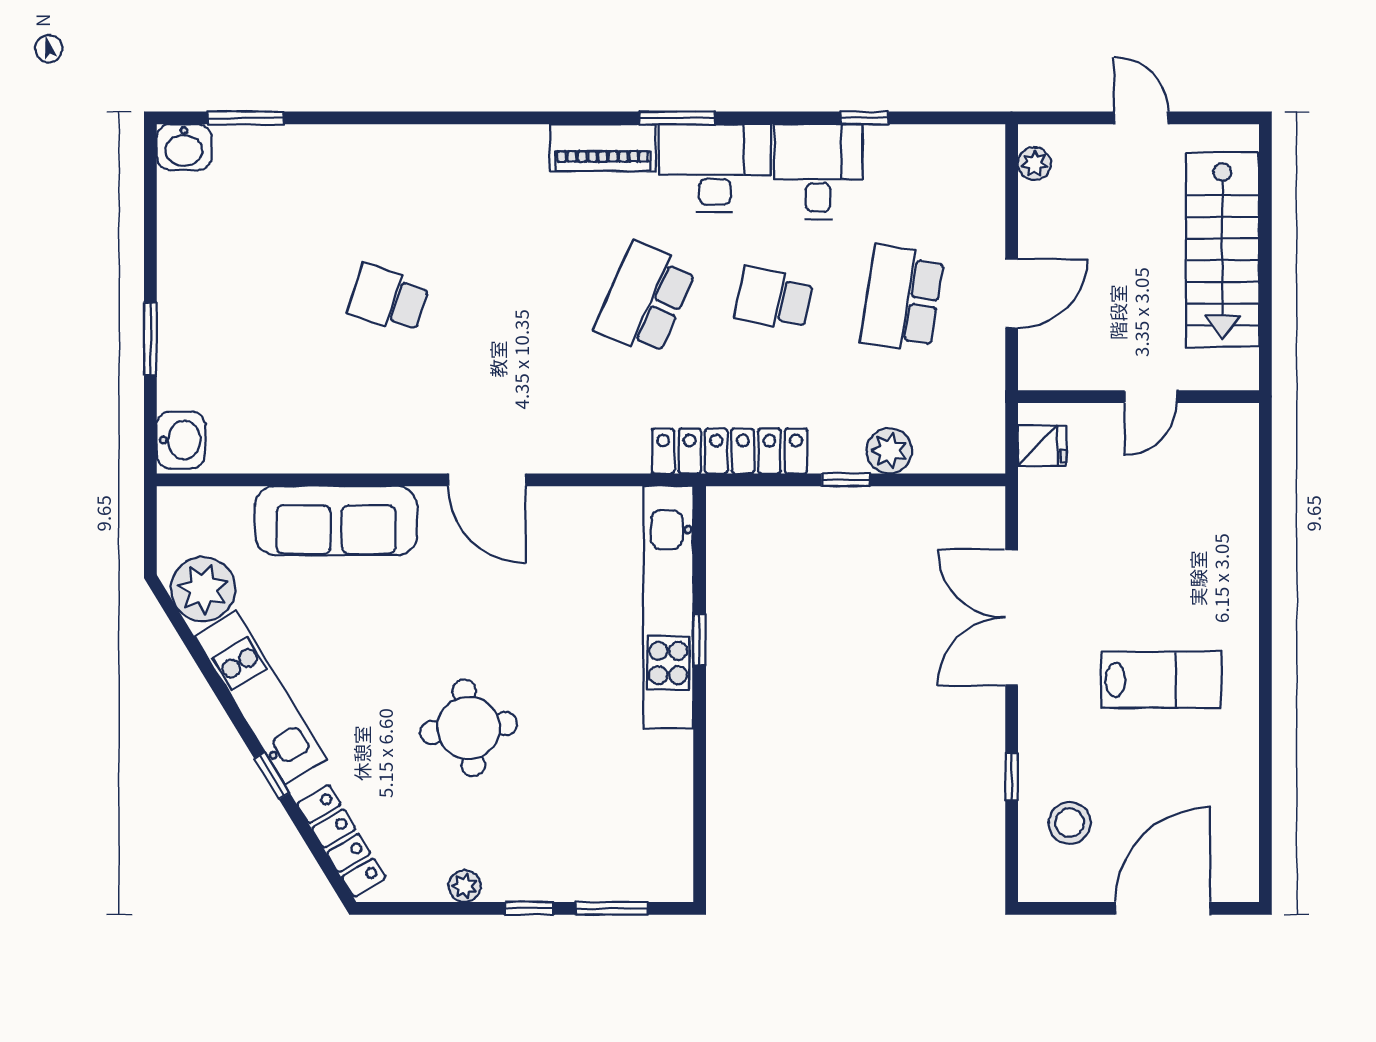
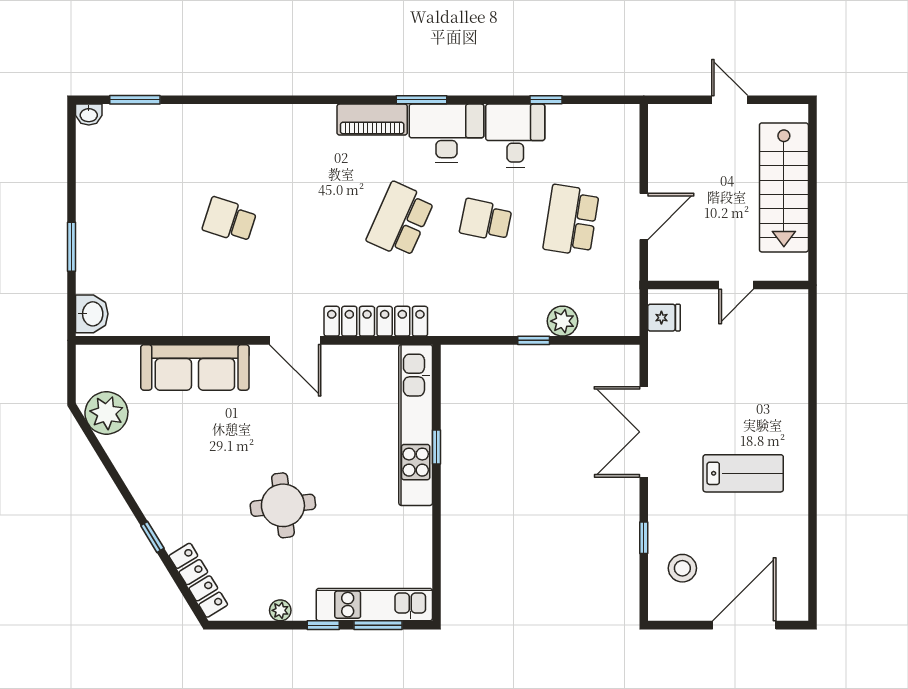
washbasin: (184, 147) -> (89, 115), width x0.72, depth x0.69
plant: (1034, 164) -> (659, 130), removed
locker: (730, 451) -> (376, 321), moved
kitchen unit: (260, 698) -> (374, 605), moved, turned -59

